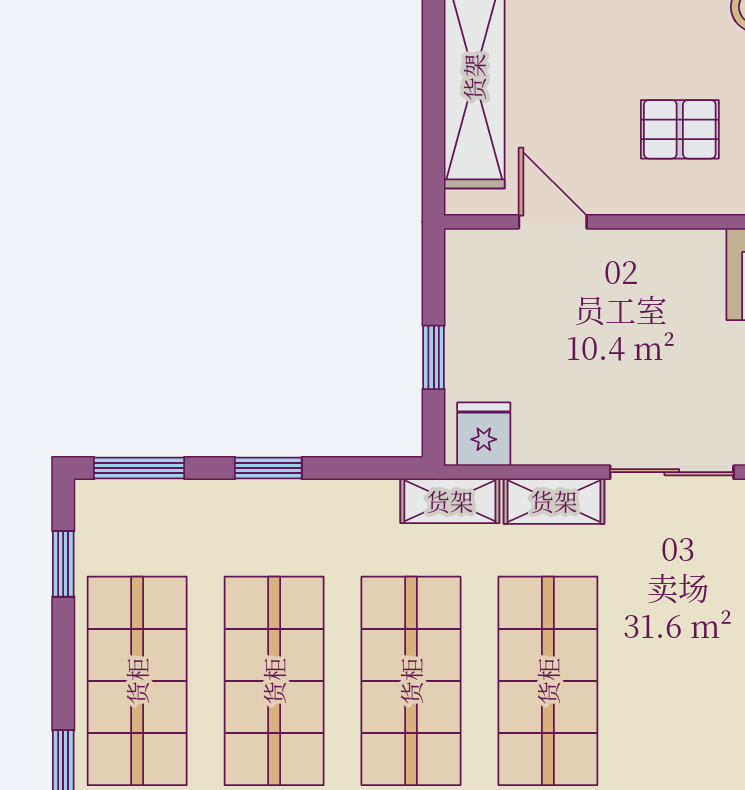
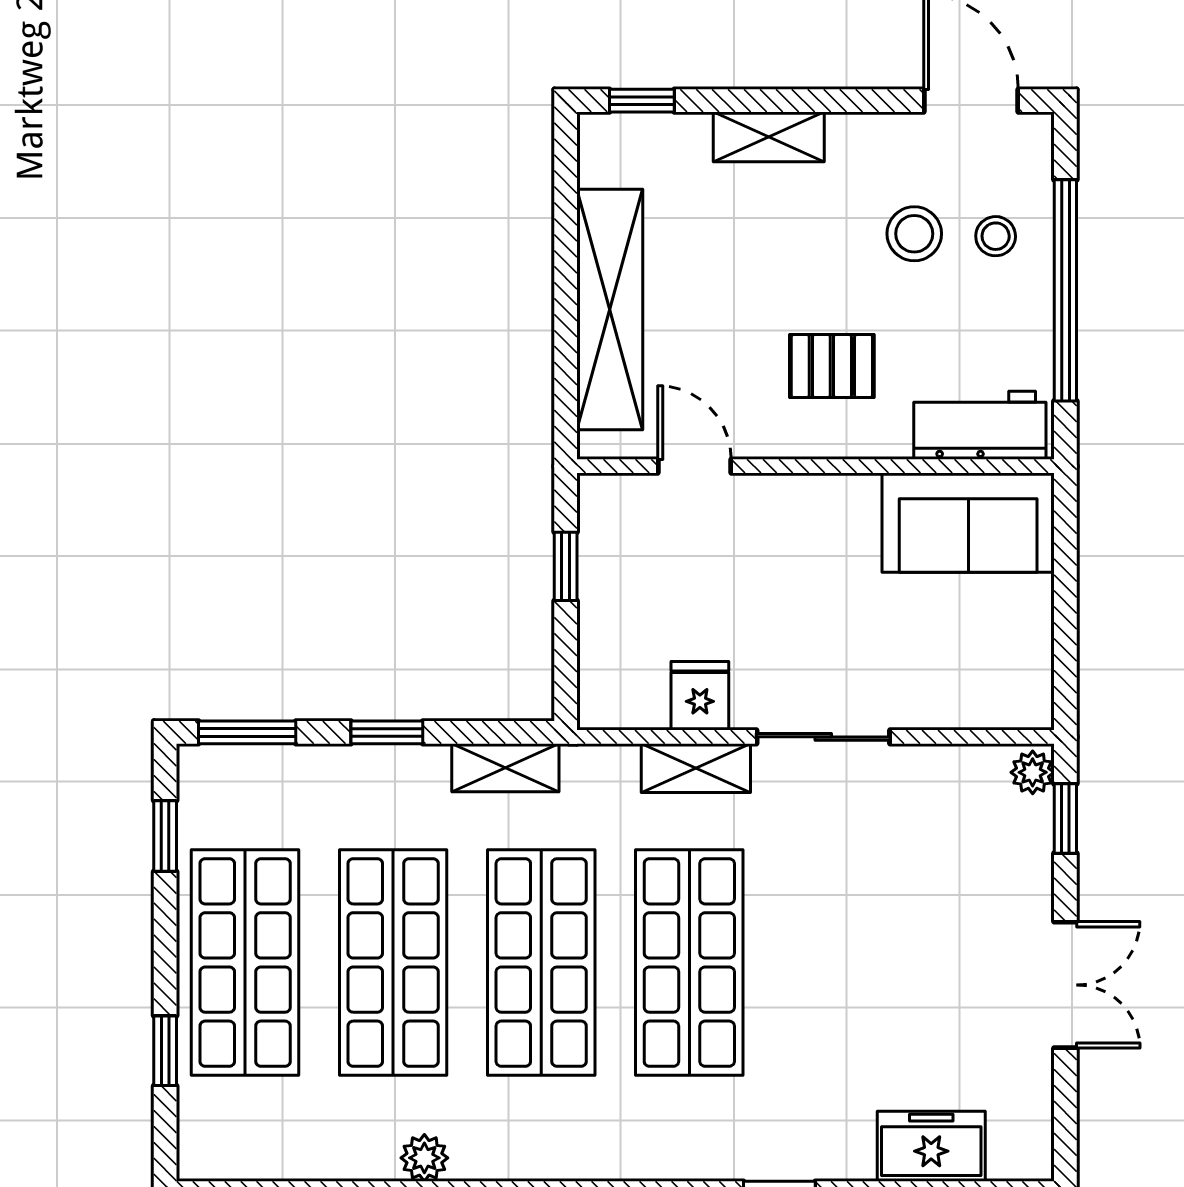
window: (434, 357) -> (566, 566), moved
fridge: (484, 434) -> (700, 696), moved
shelving: (450, 501) -> (505, 768), moved

